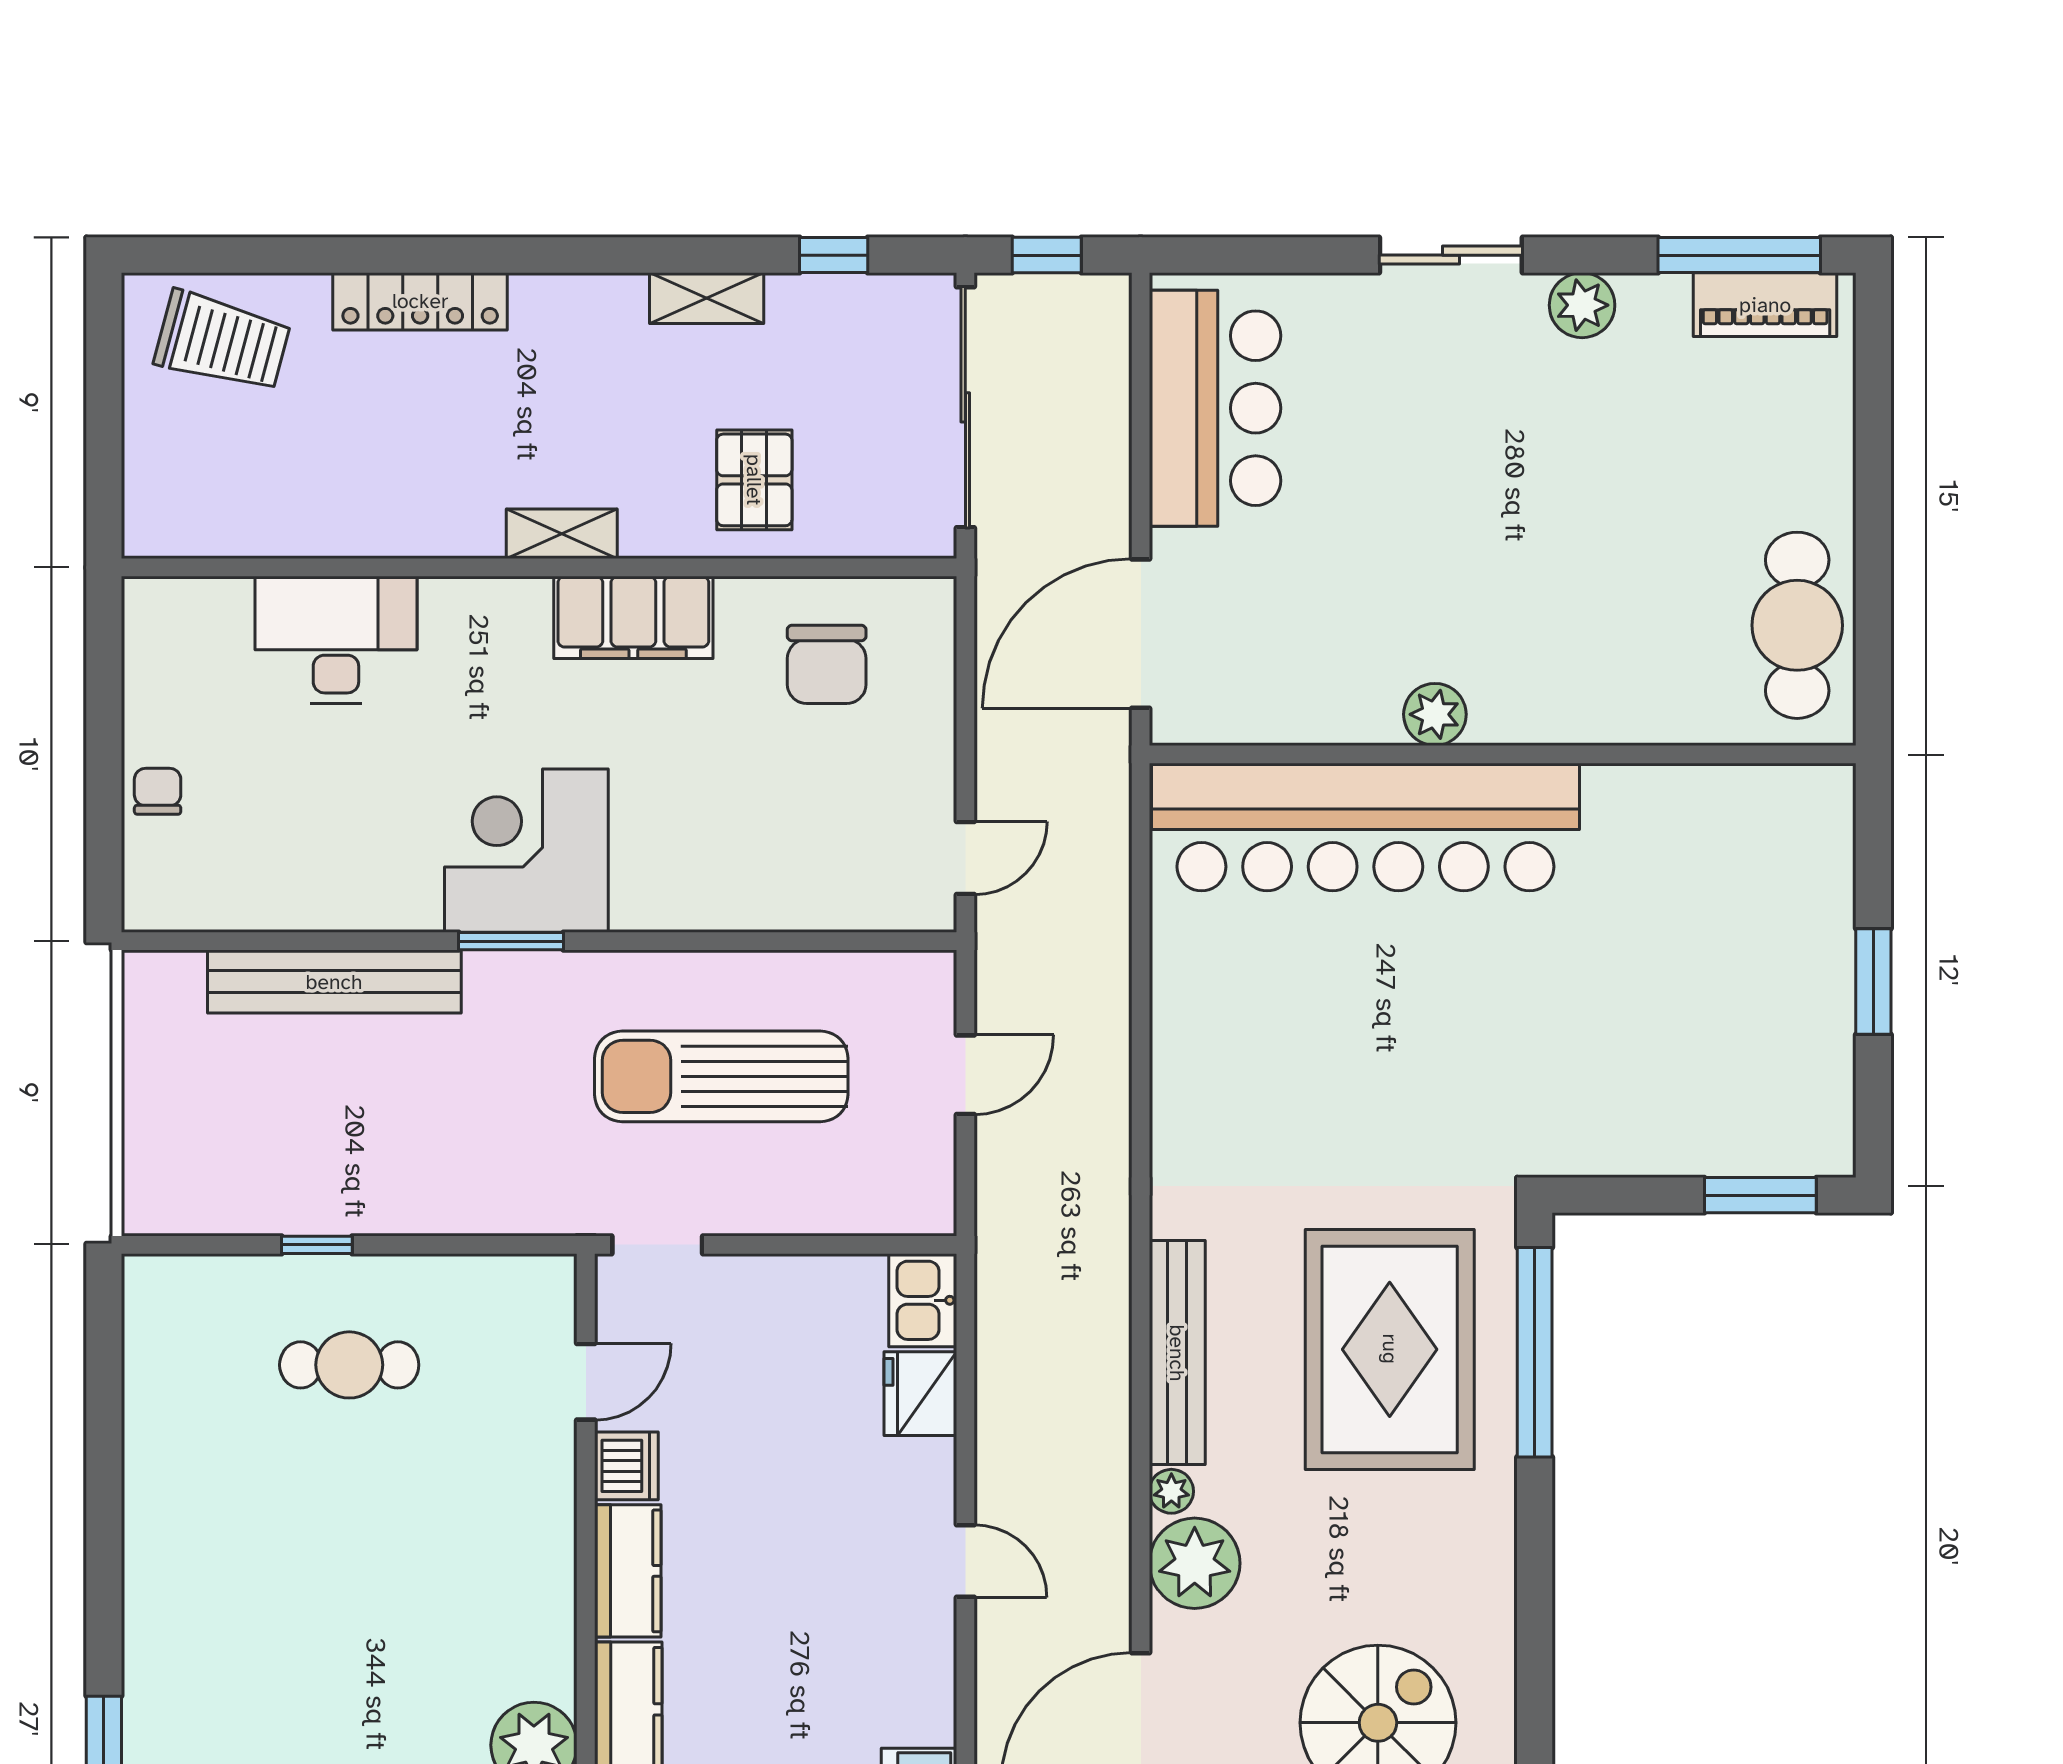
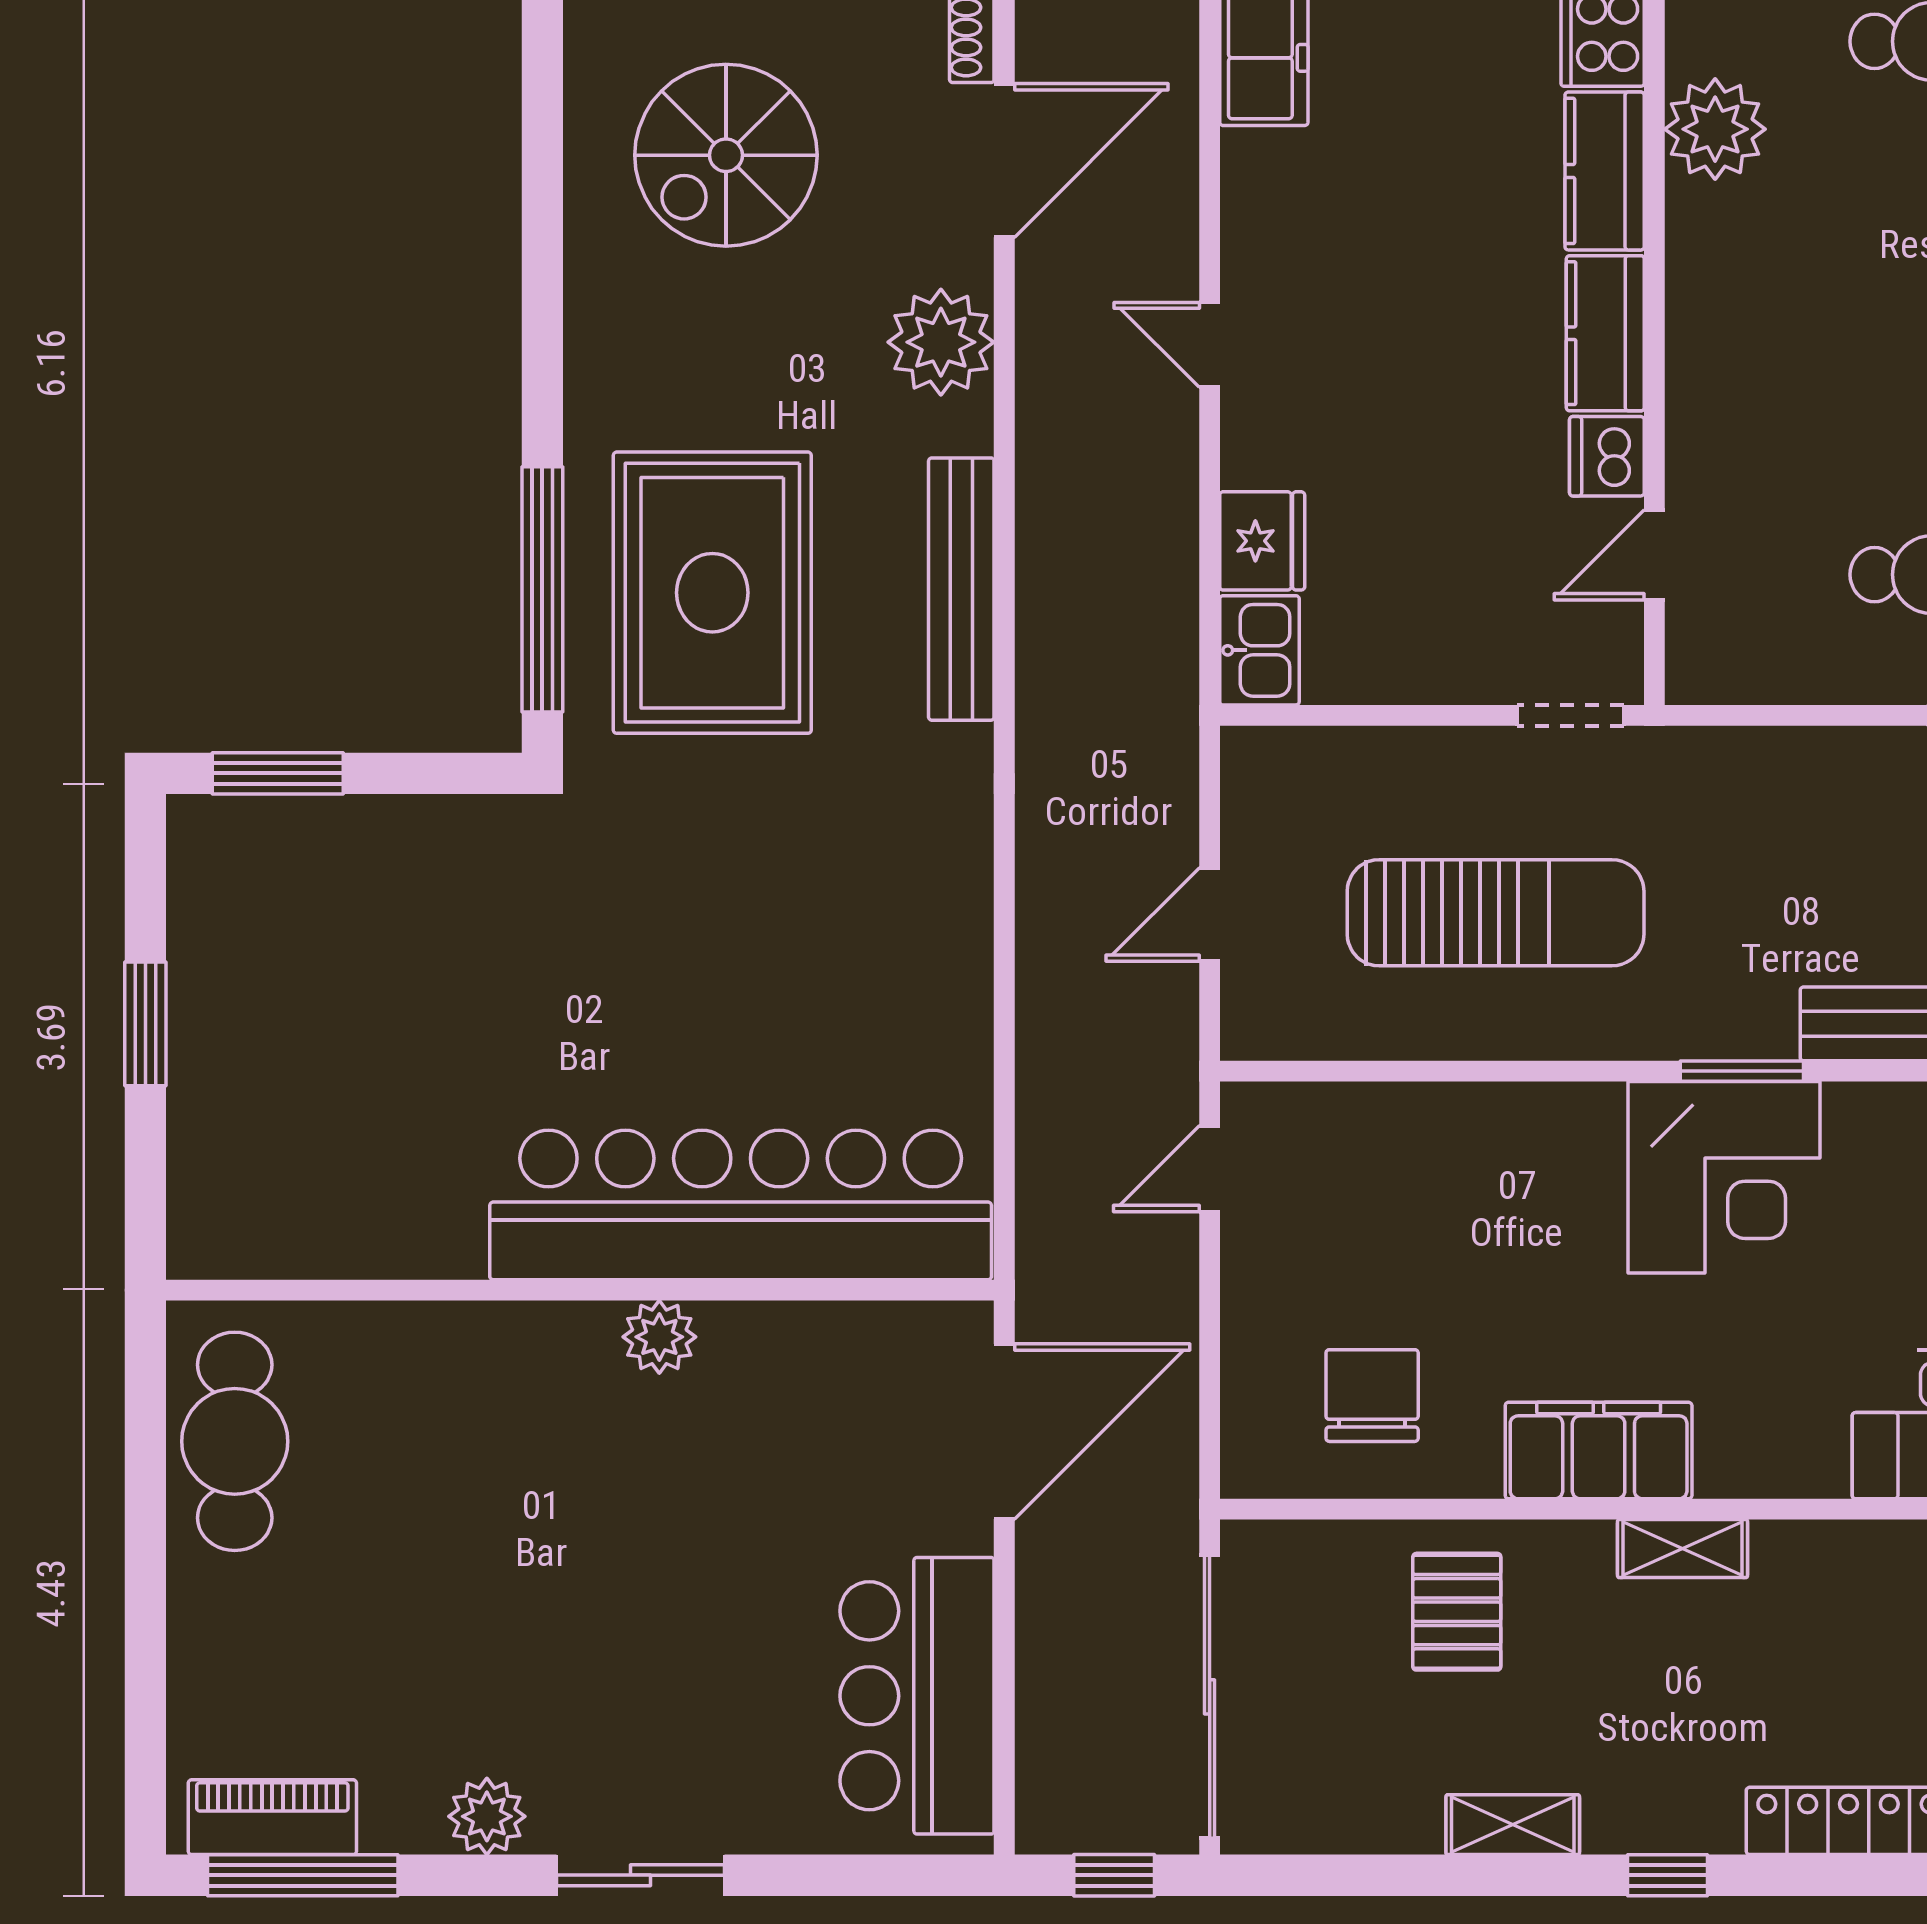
window: (834, 255) -> (1668, 1875), moved
plant: (1171, 1491) -> (968, 427), removed

